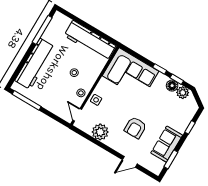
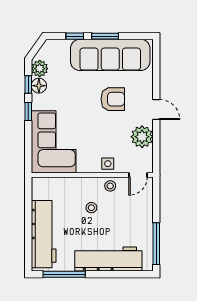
workbench: (90, 41) -> (44, 234), moved
sofa: (167, 144) -> (110, 55), width x1.85, depth x1.27
window: (171, 159) -> (105, 36), moved
door: (130, 162) -> (156, 109), moved

